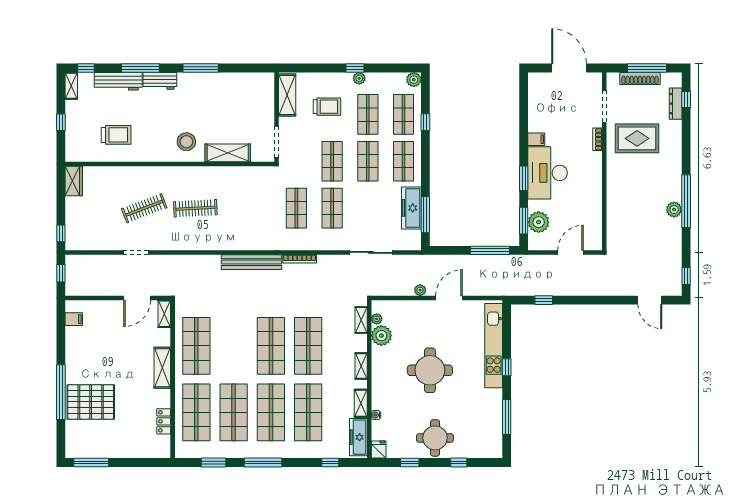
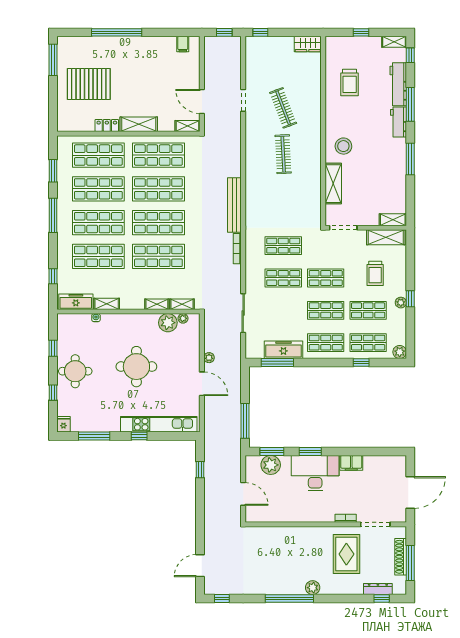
shelving: (268, 87) -> (393, 220), added
filing cabinet: (536, 139) -> (351, 463), width x2.00
plant: (674, 210) -> (313, 588), moved
shop shelf: (234, 346) -> (158, 189), added
shelving: (361, 366) -> (157, 304), moved
pallet: (91, 402) -> (89, 84), moved, turned 90
locker: (164, 421) -> (107, 125), moved
fridge: (379, 450) -> (63, 424), moved, turned -90

